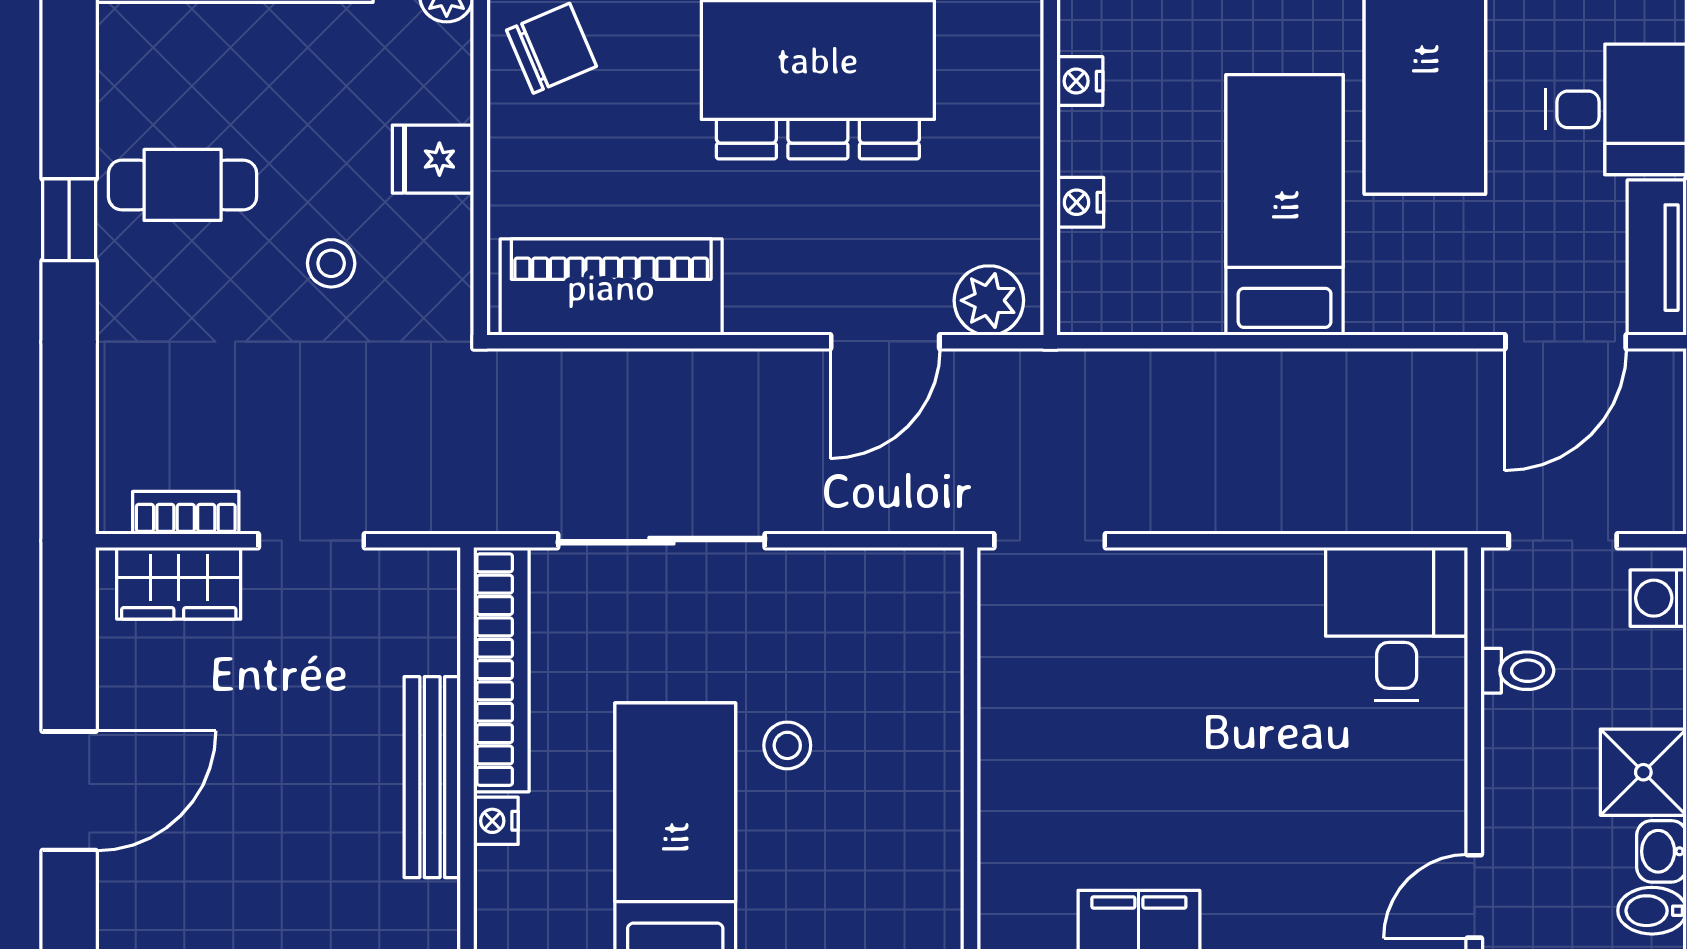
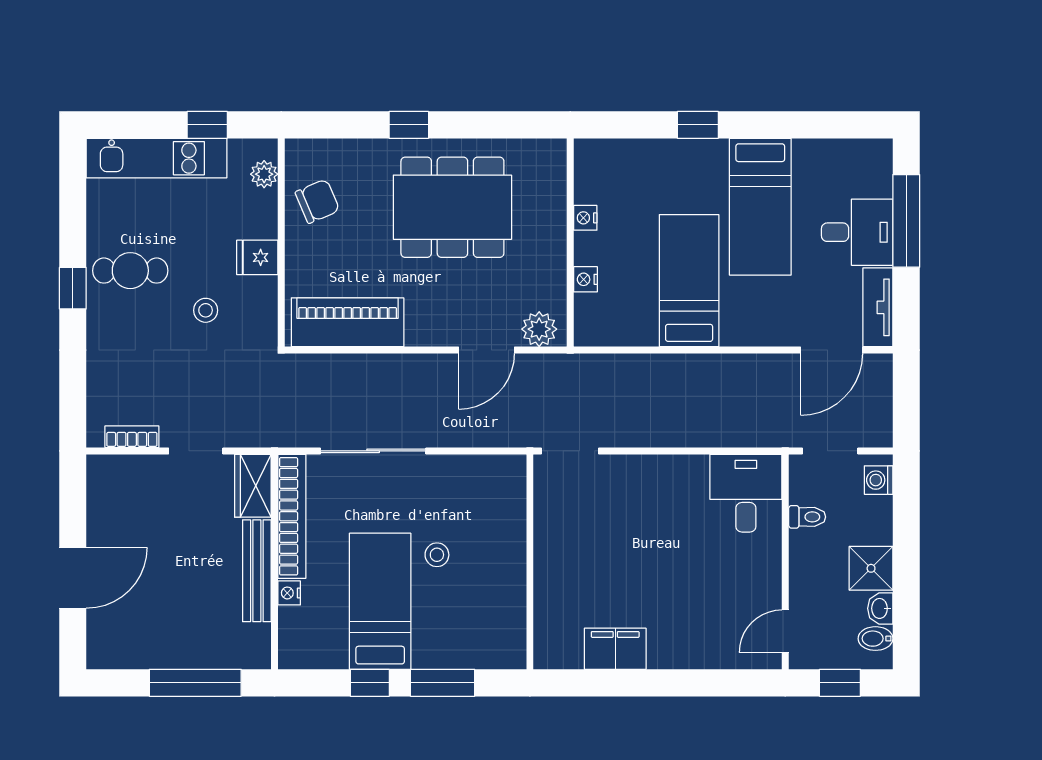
wardrobe: (179, 583) -> (253, 486), moved, turned 90

